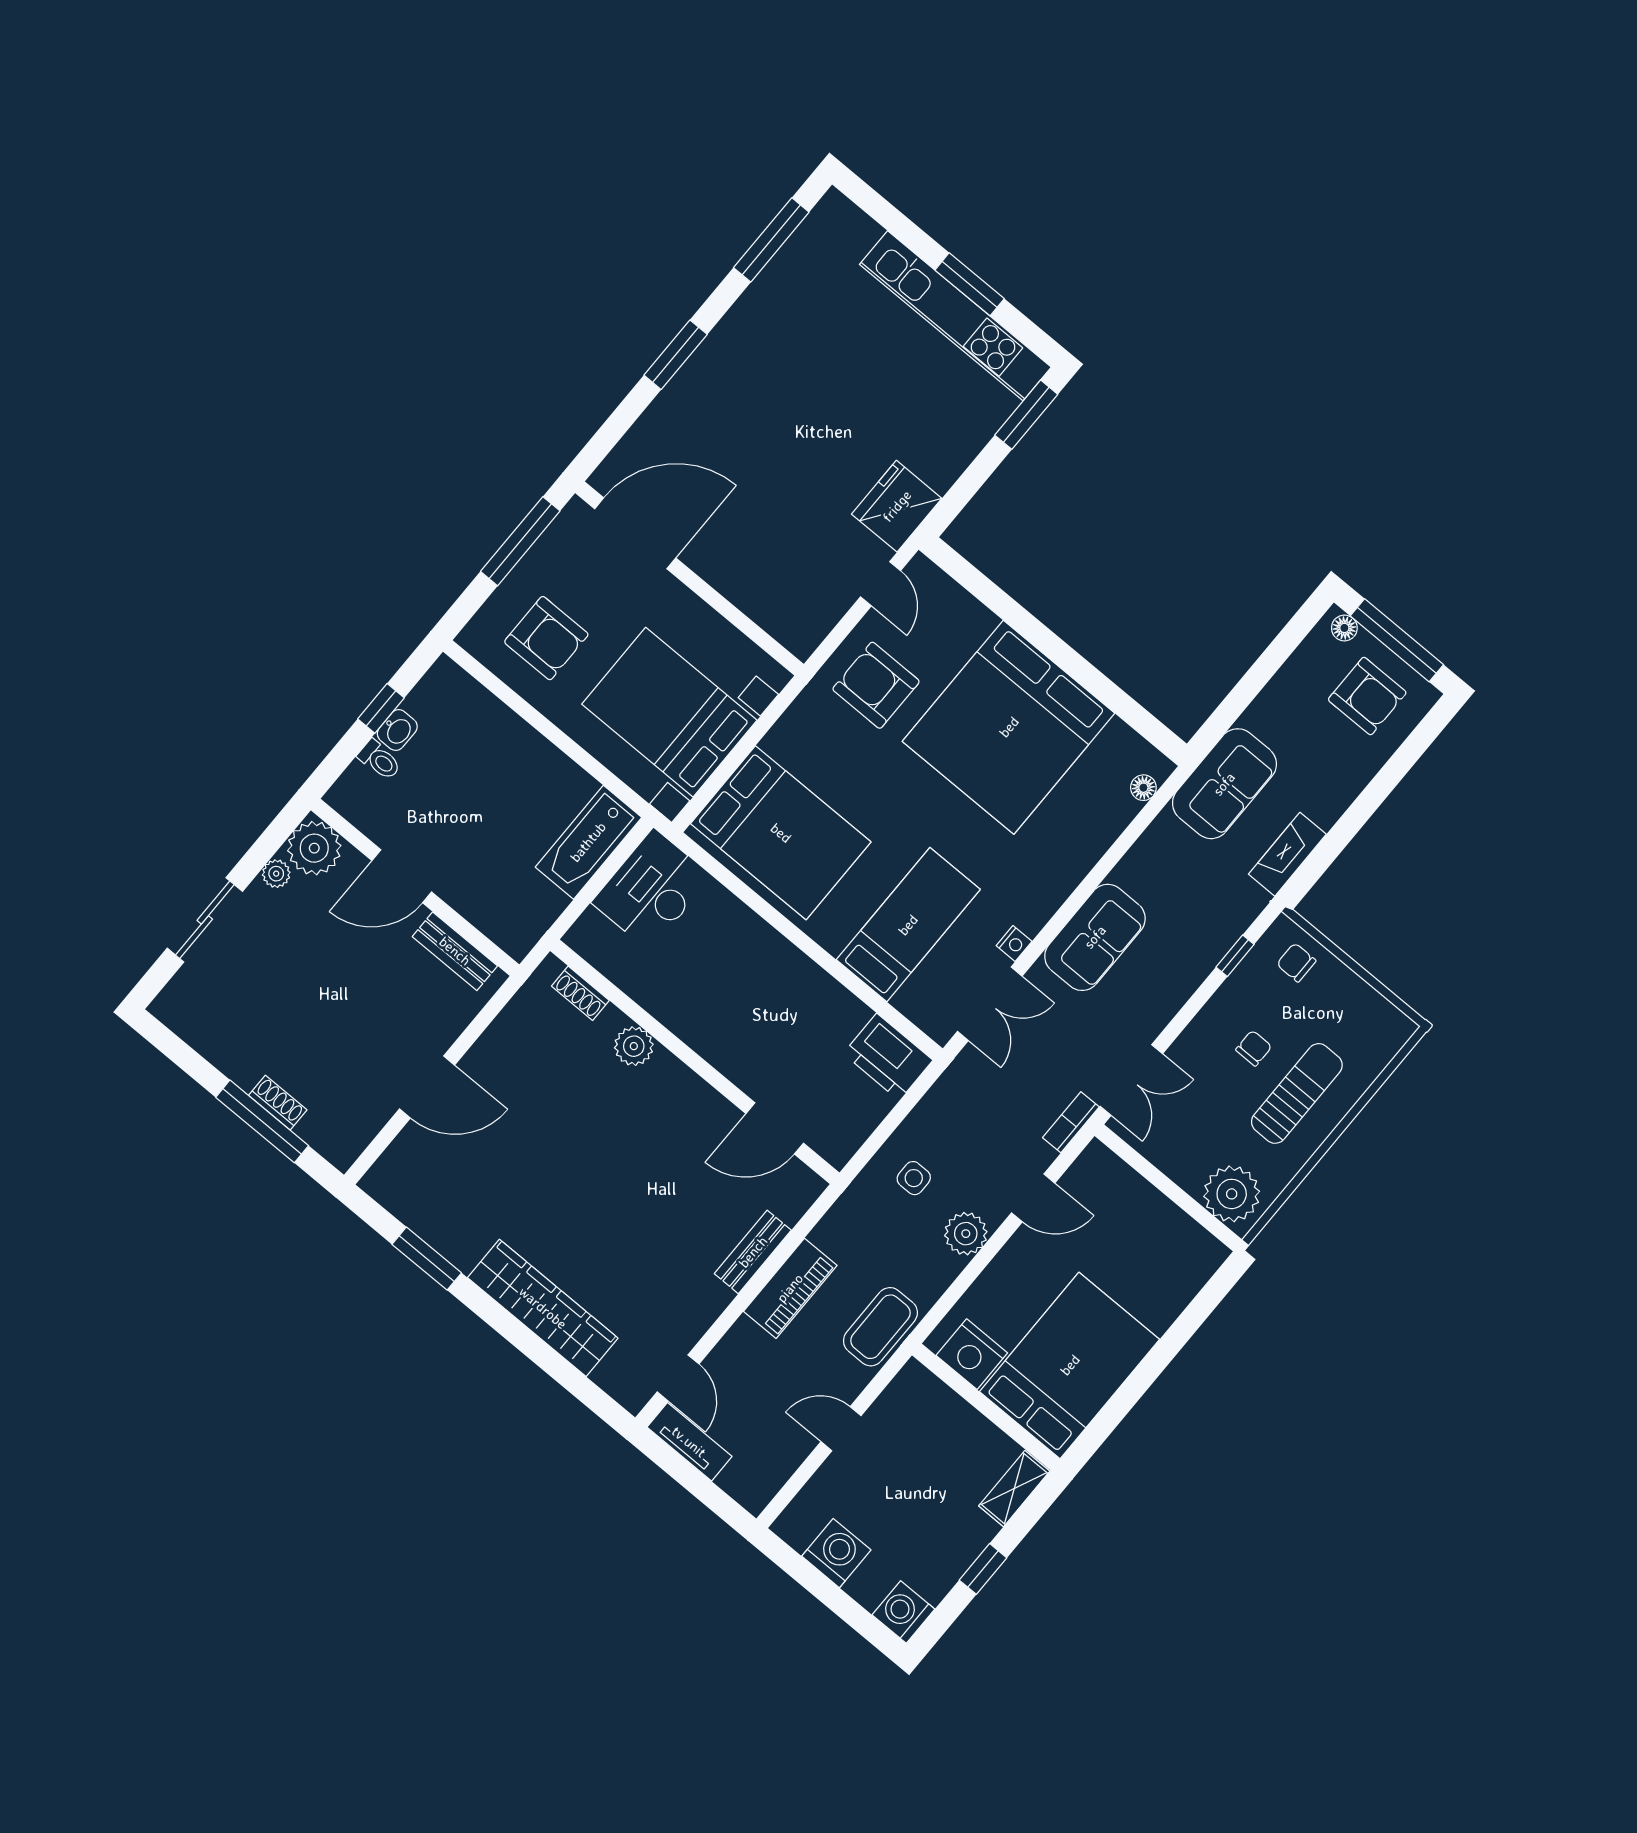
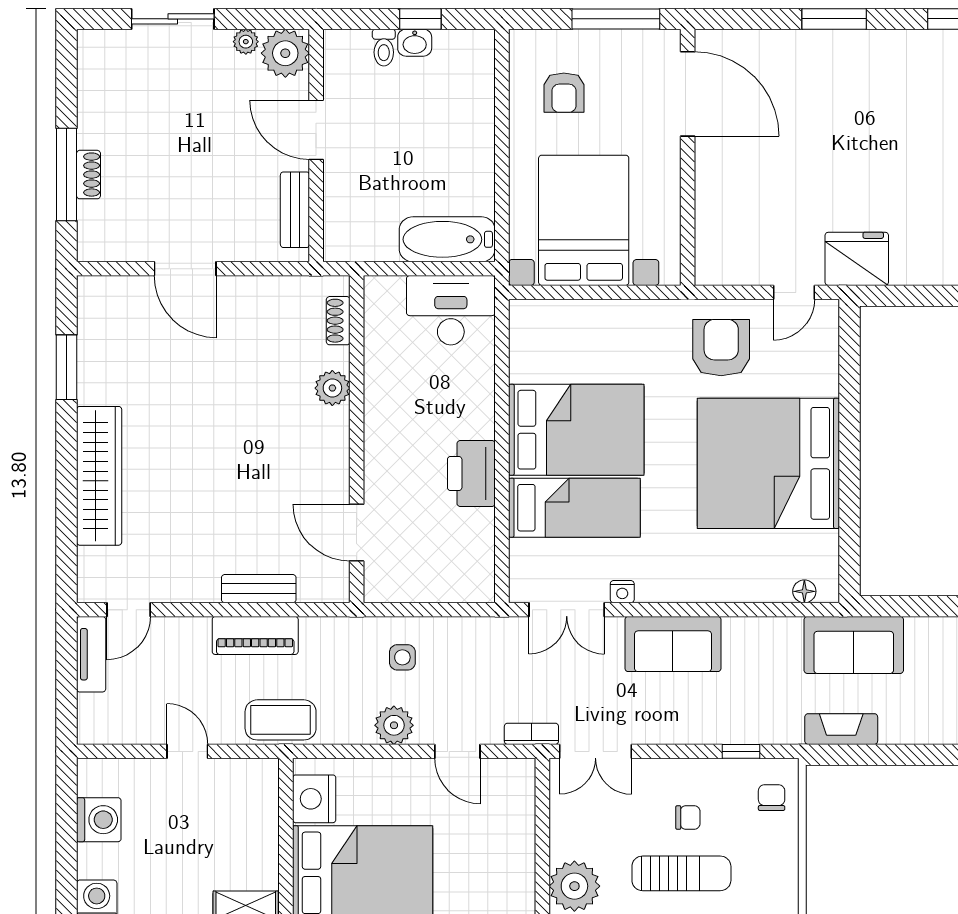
armchair: (546, 638) -> (564, 93), width x0.72, depth x0.72
bed: (781, 833) -> (576, 430), moved, turned -90
printer: (888, 1057) -> (471, 474), moved

